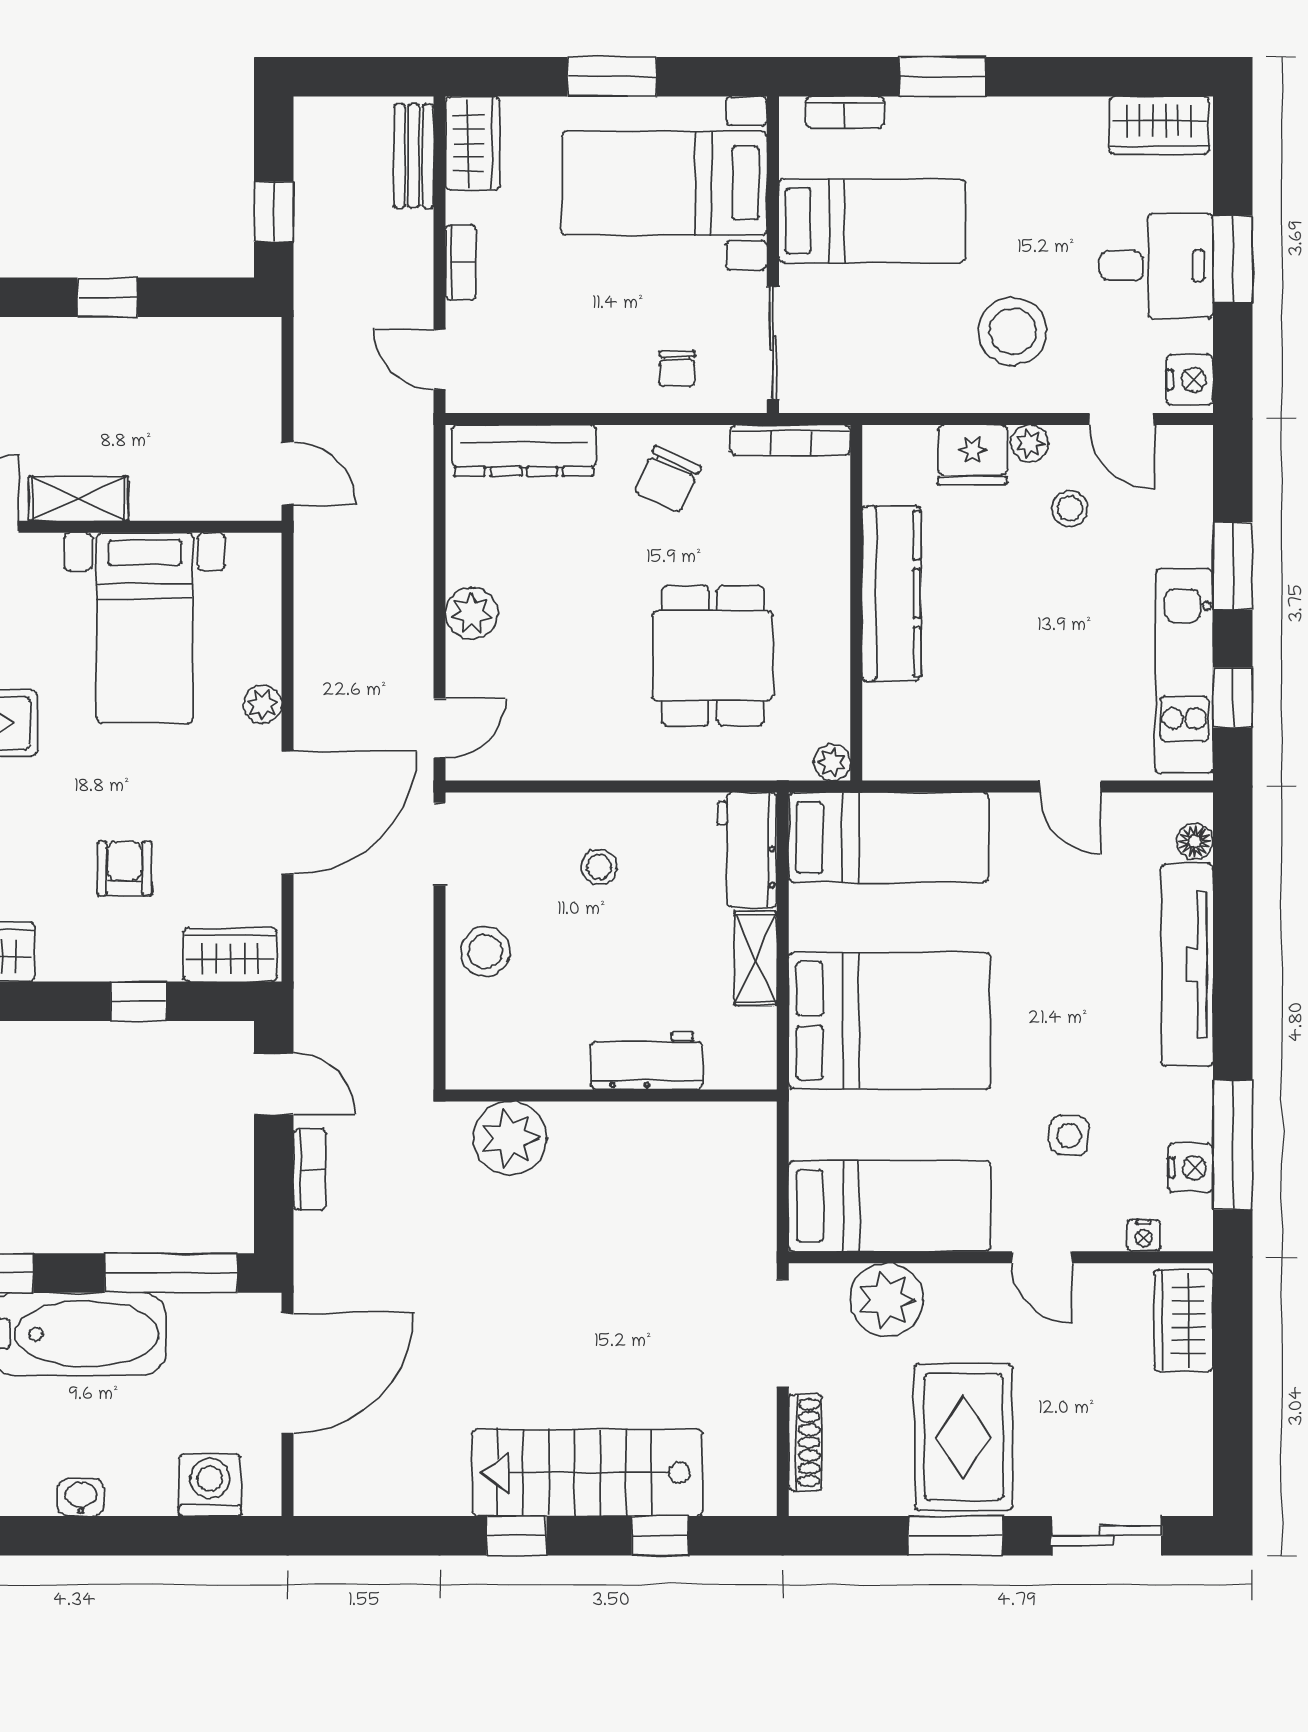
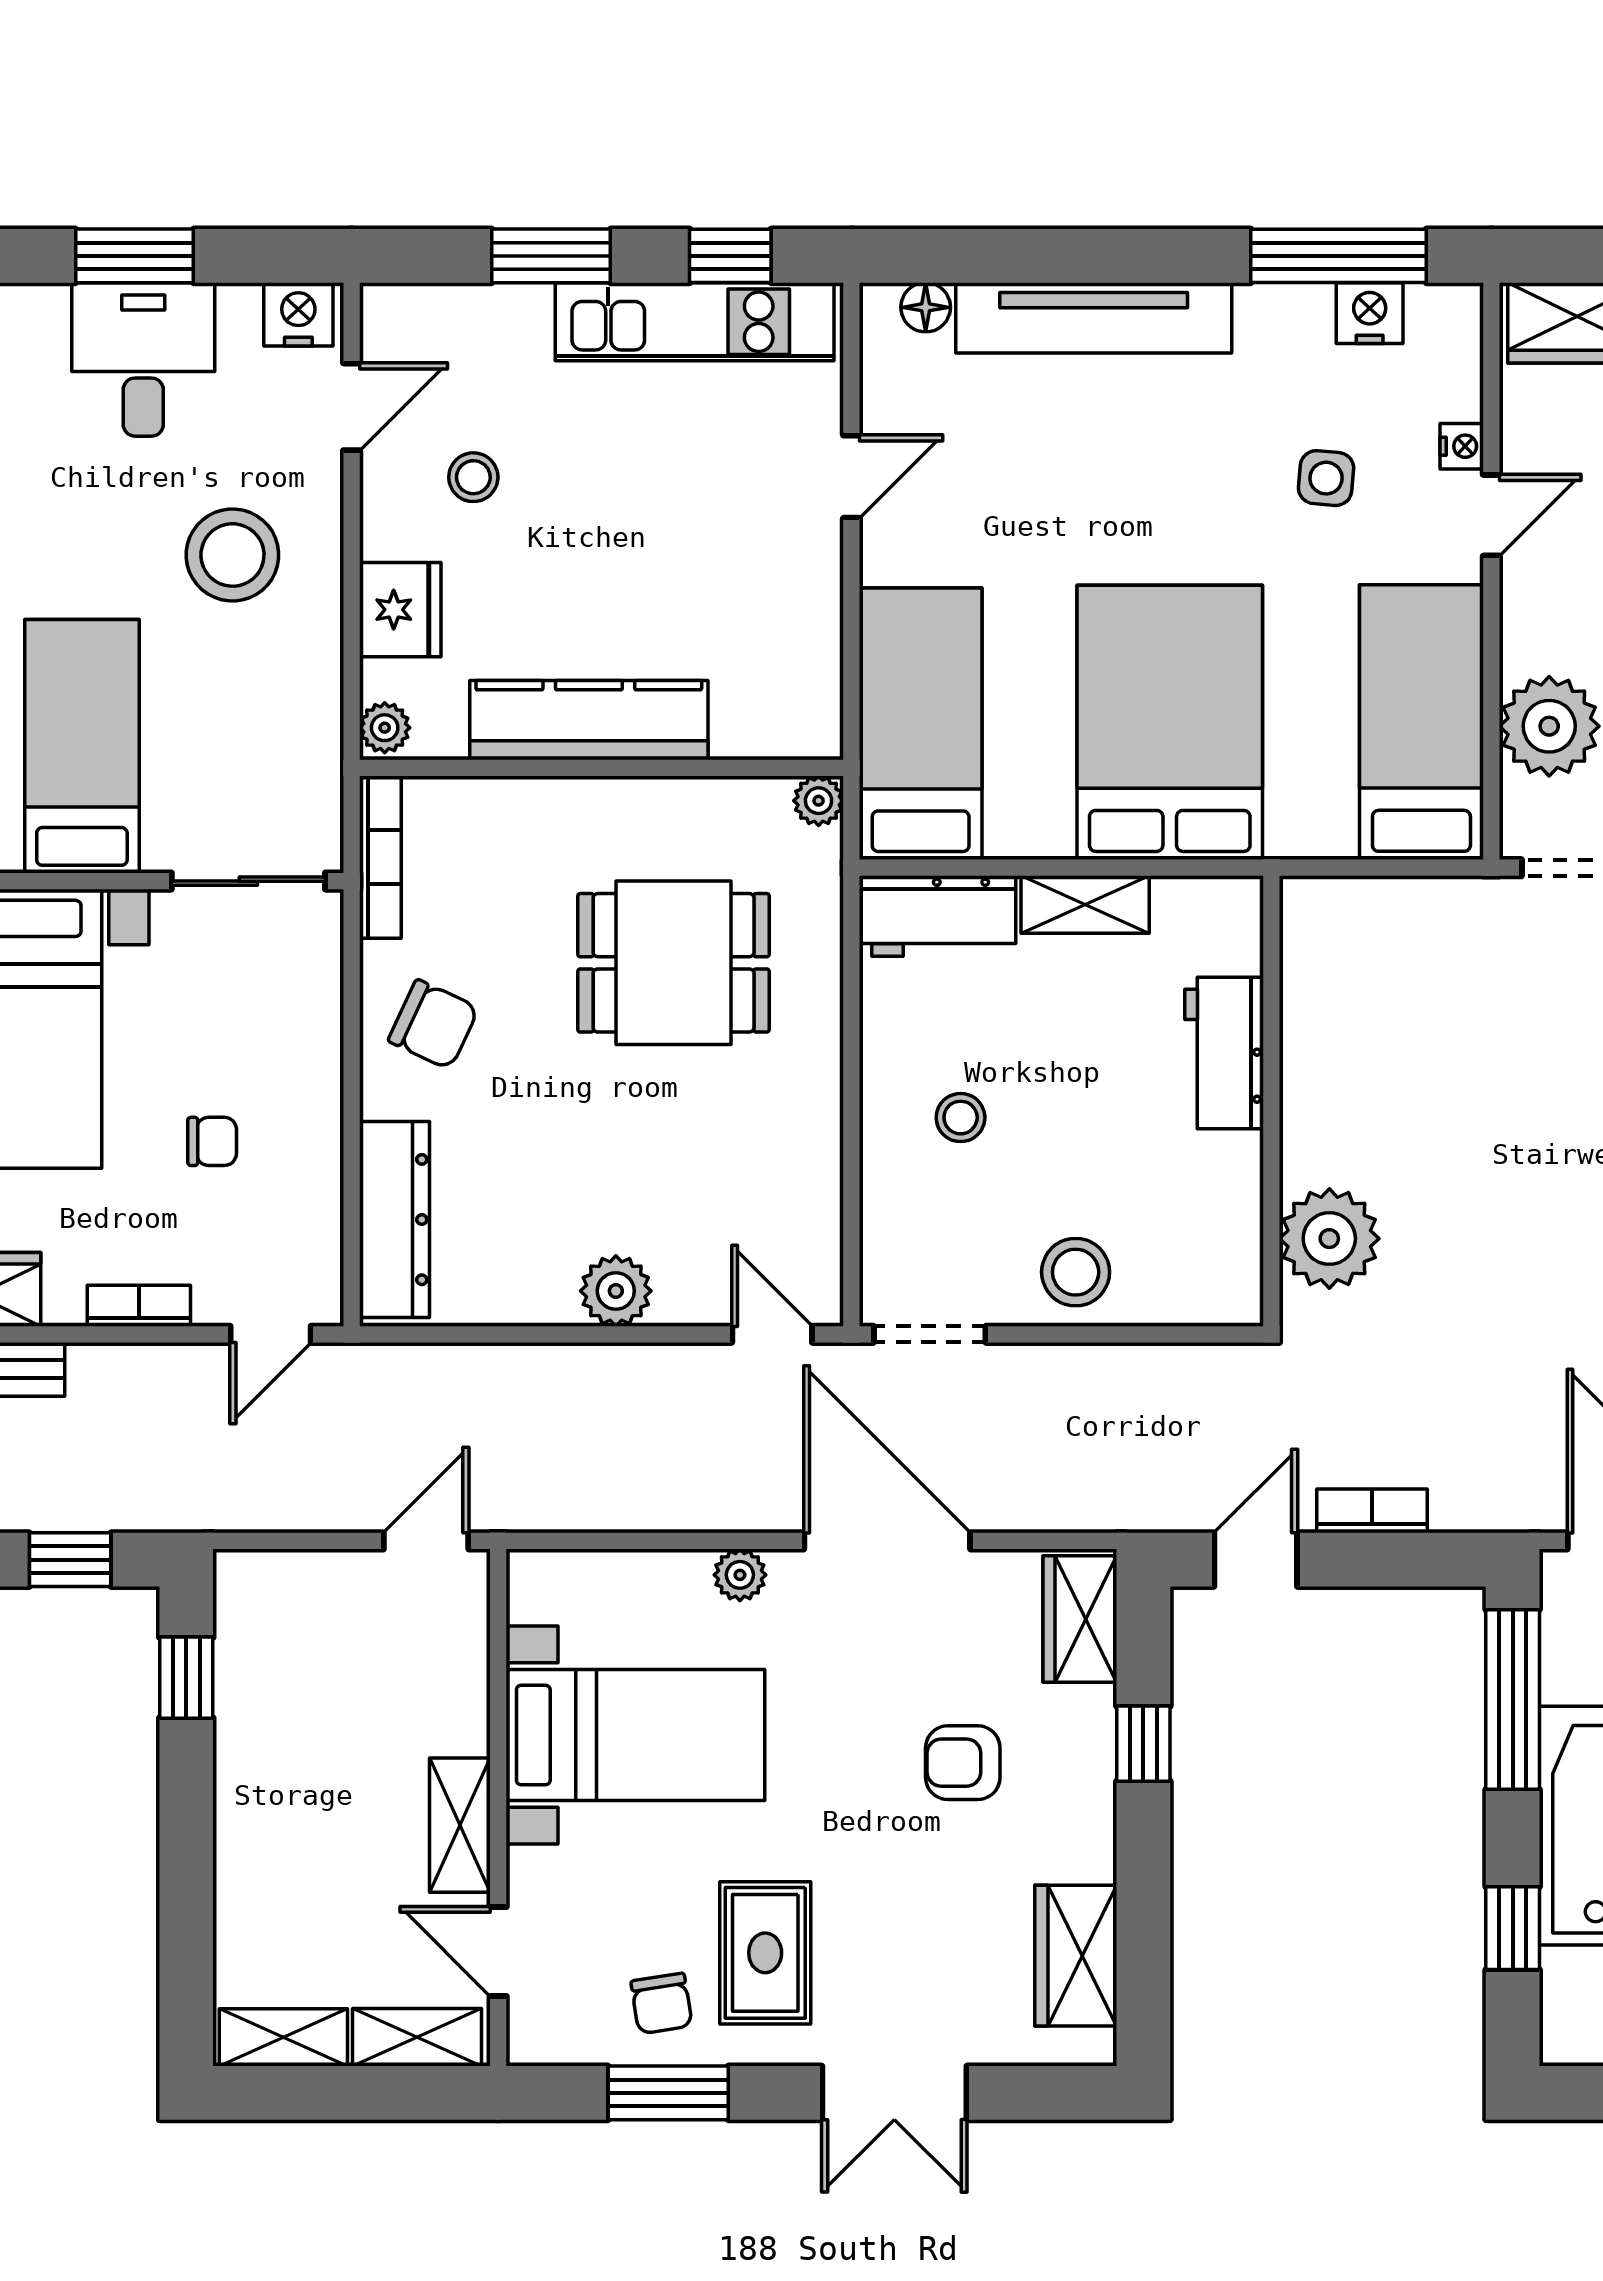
window: (107, 297) -> (186, 1678), moved
chair: (677, 369) -> (212, 1141), moved
plant: (1030, 443) -> (385, 728), moved
nightstand: (1144, 1235) -> (1462, 446), moved

